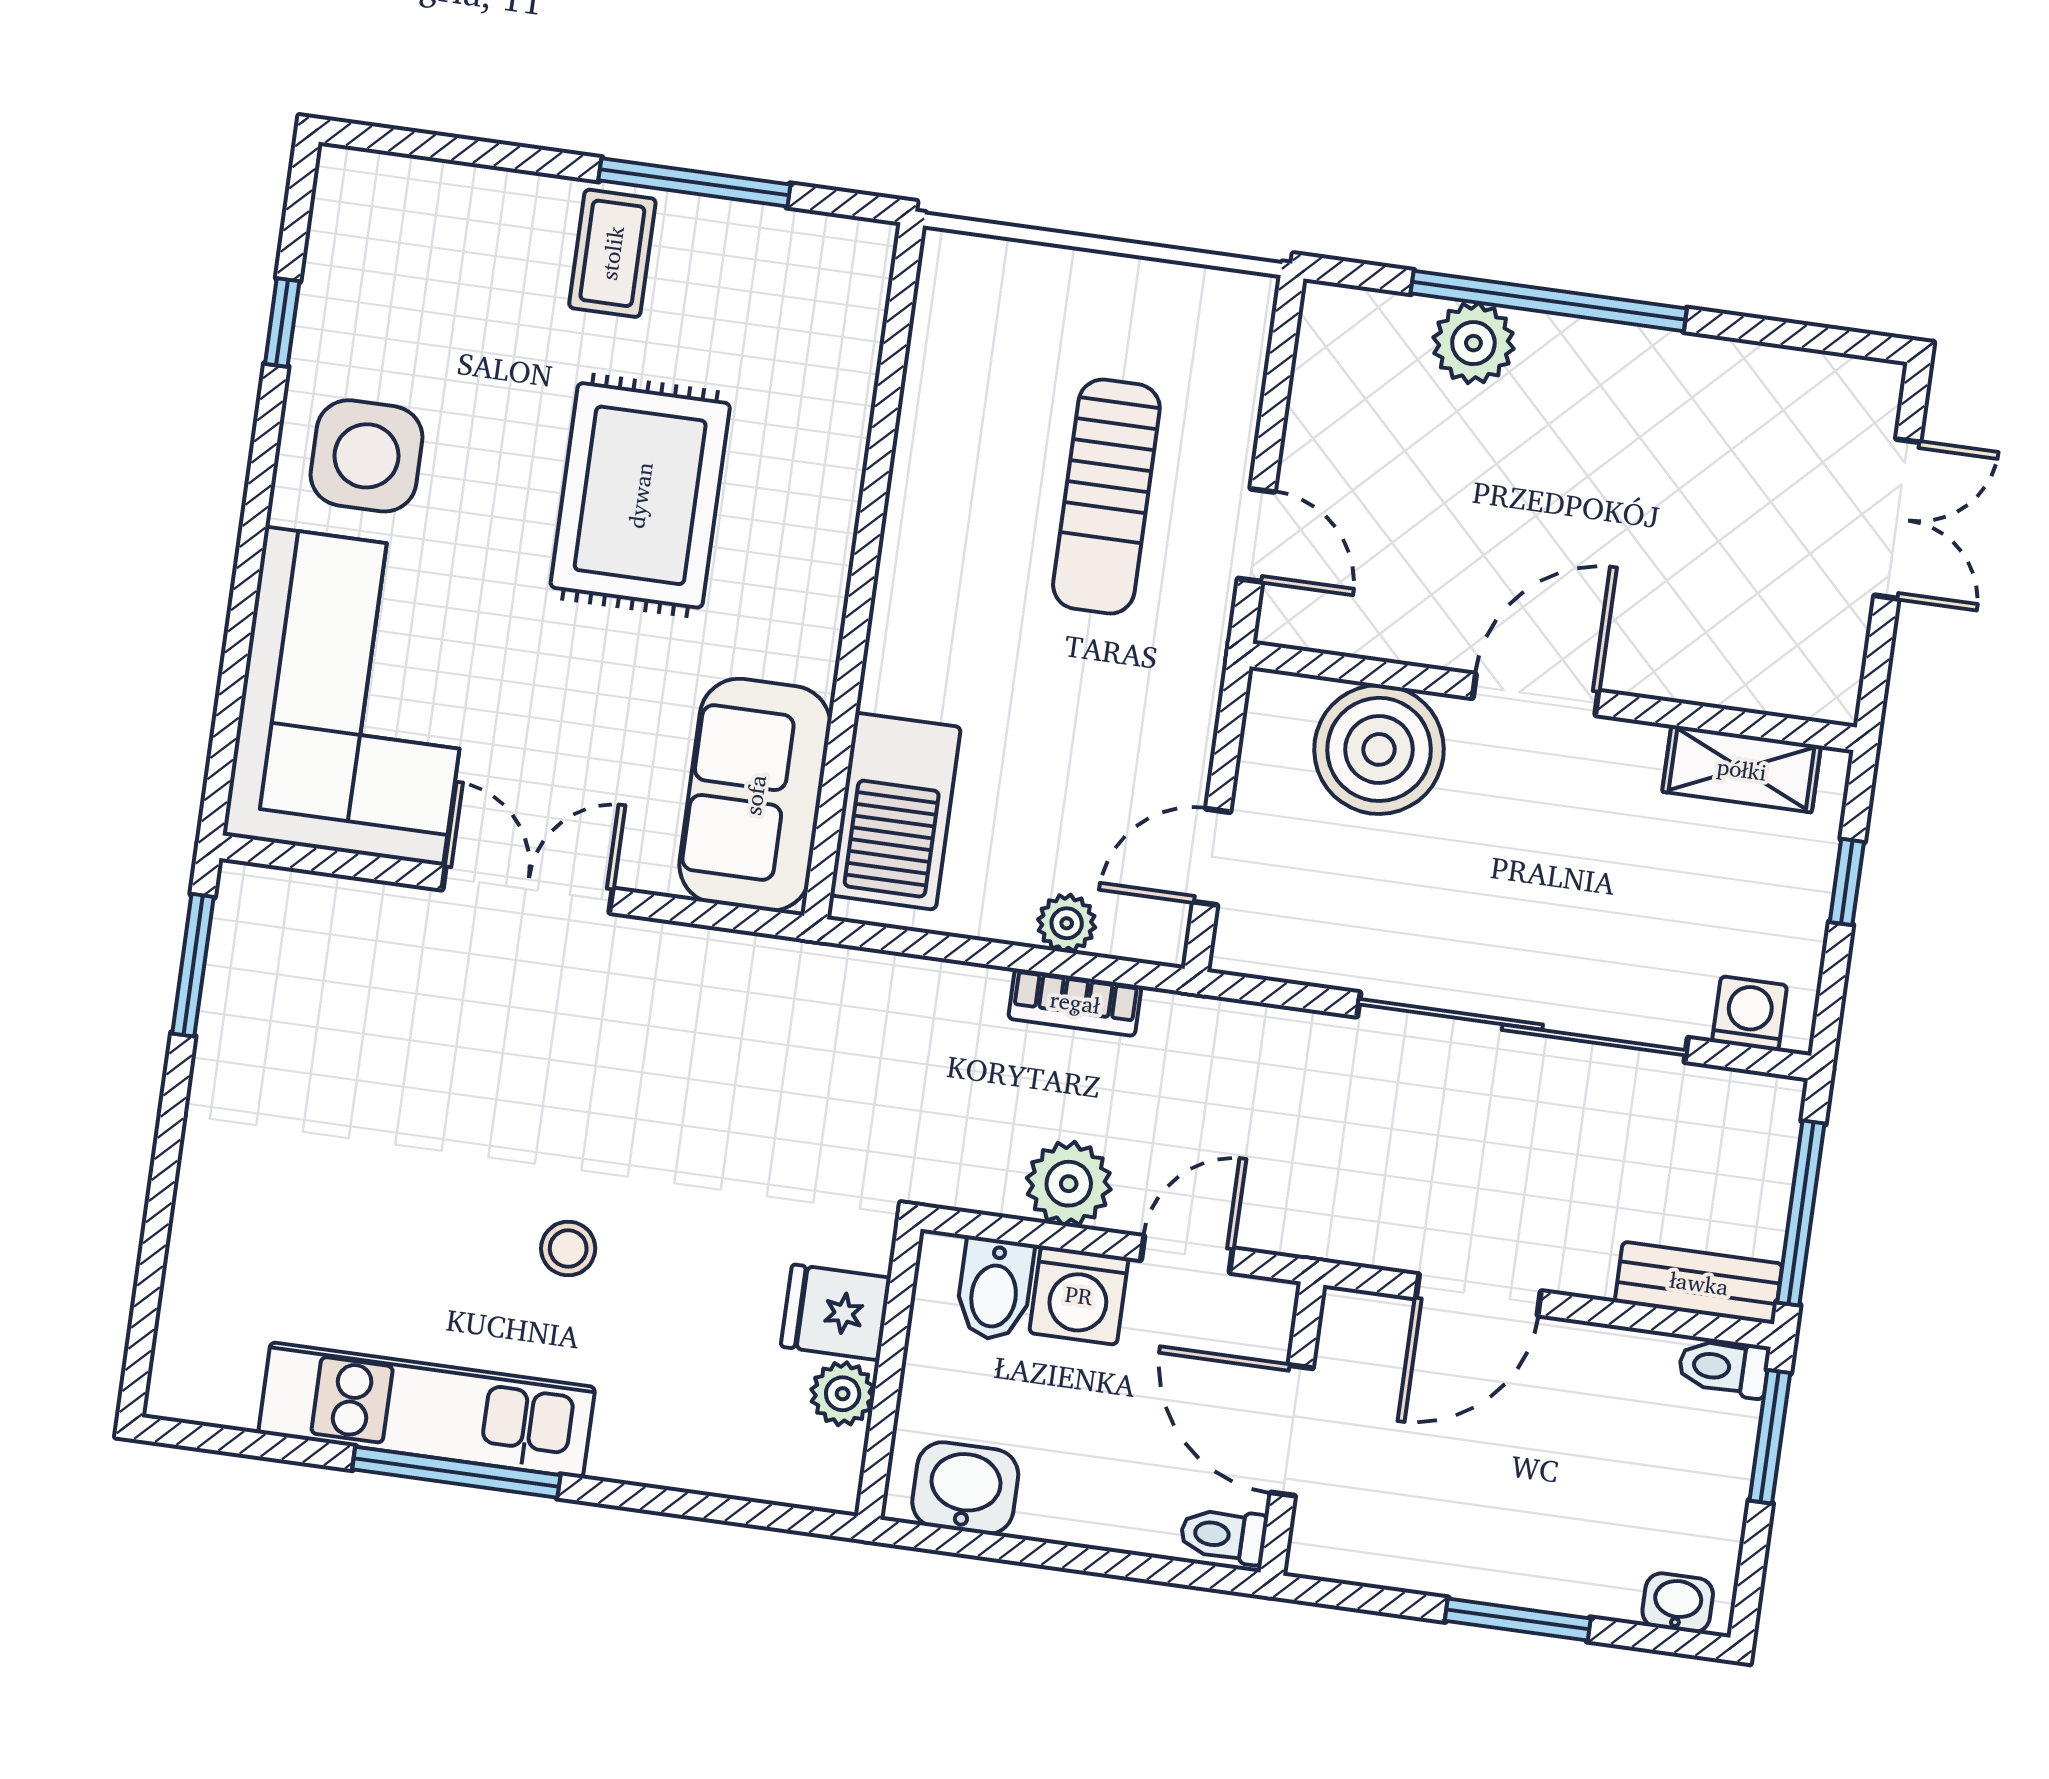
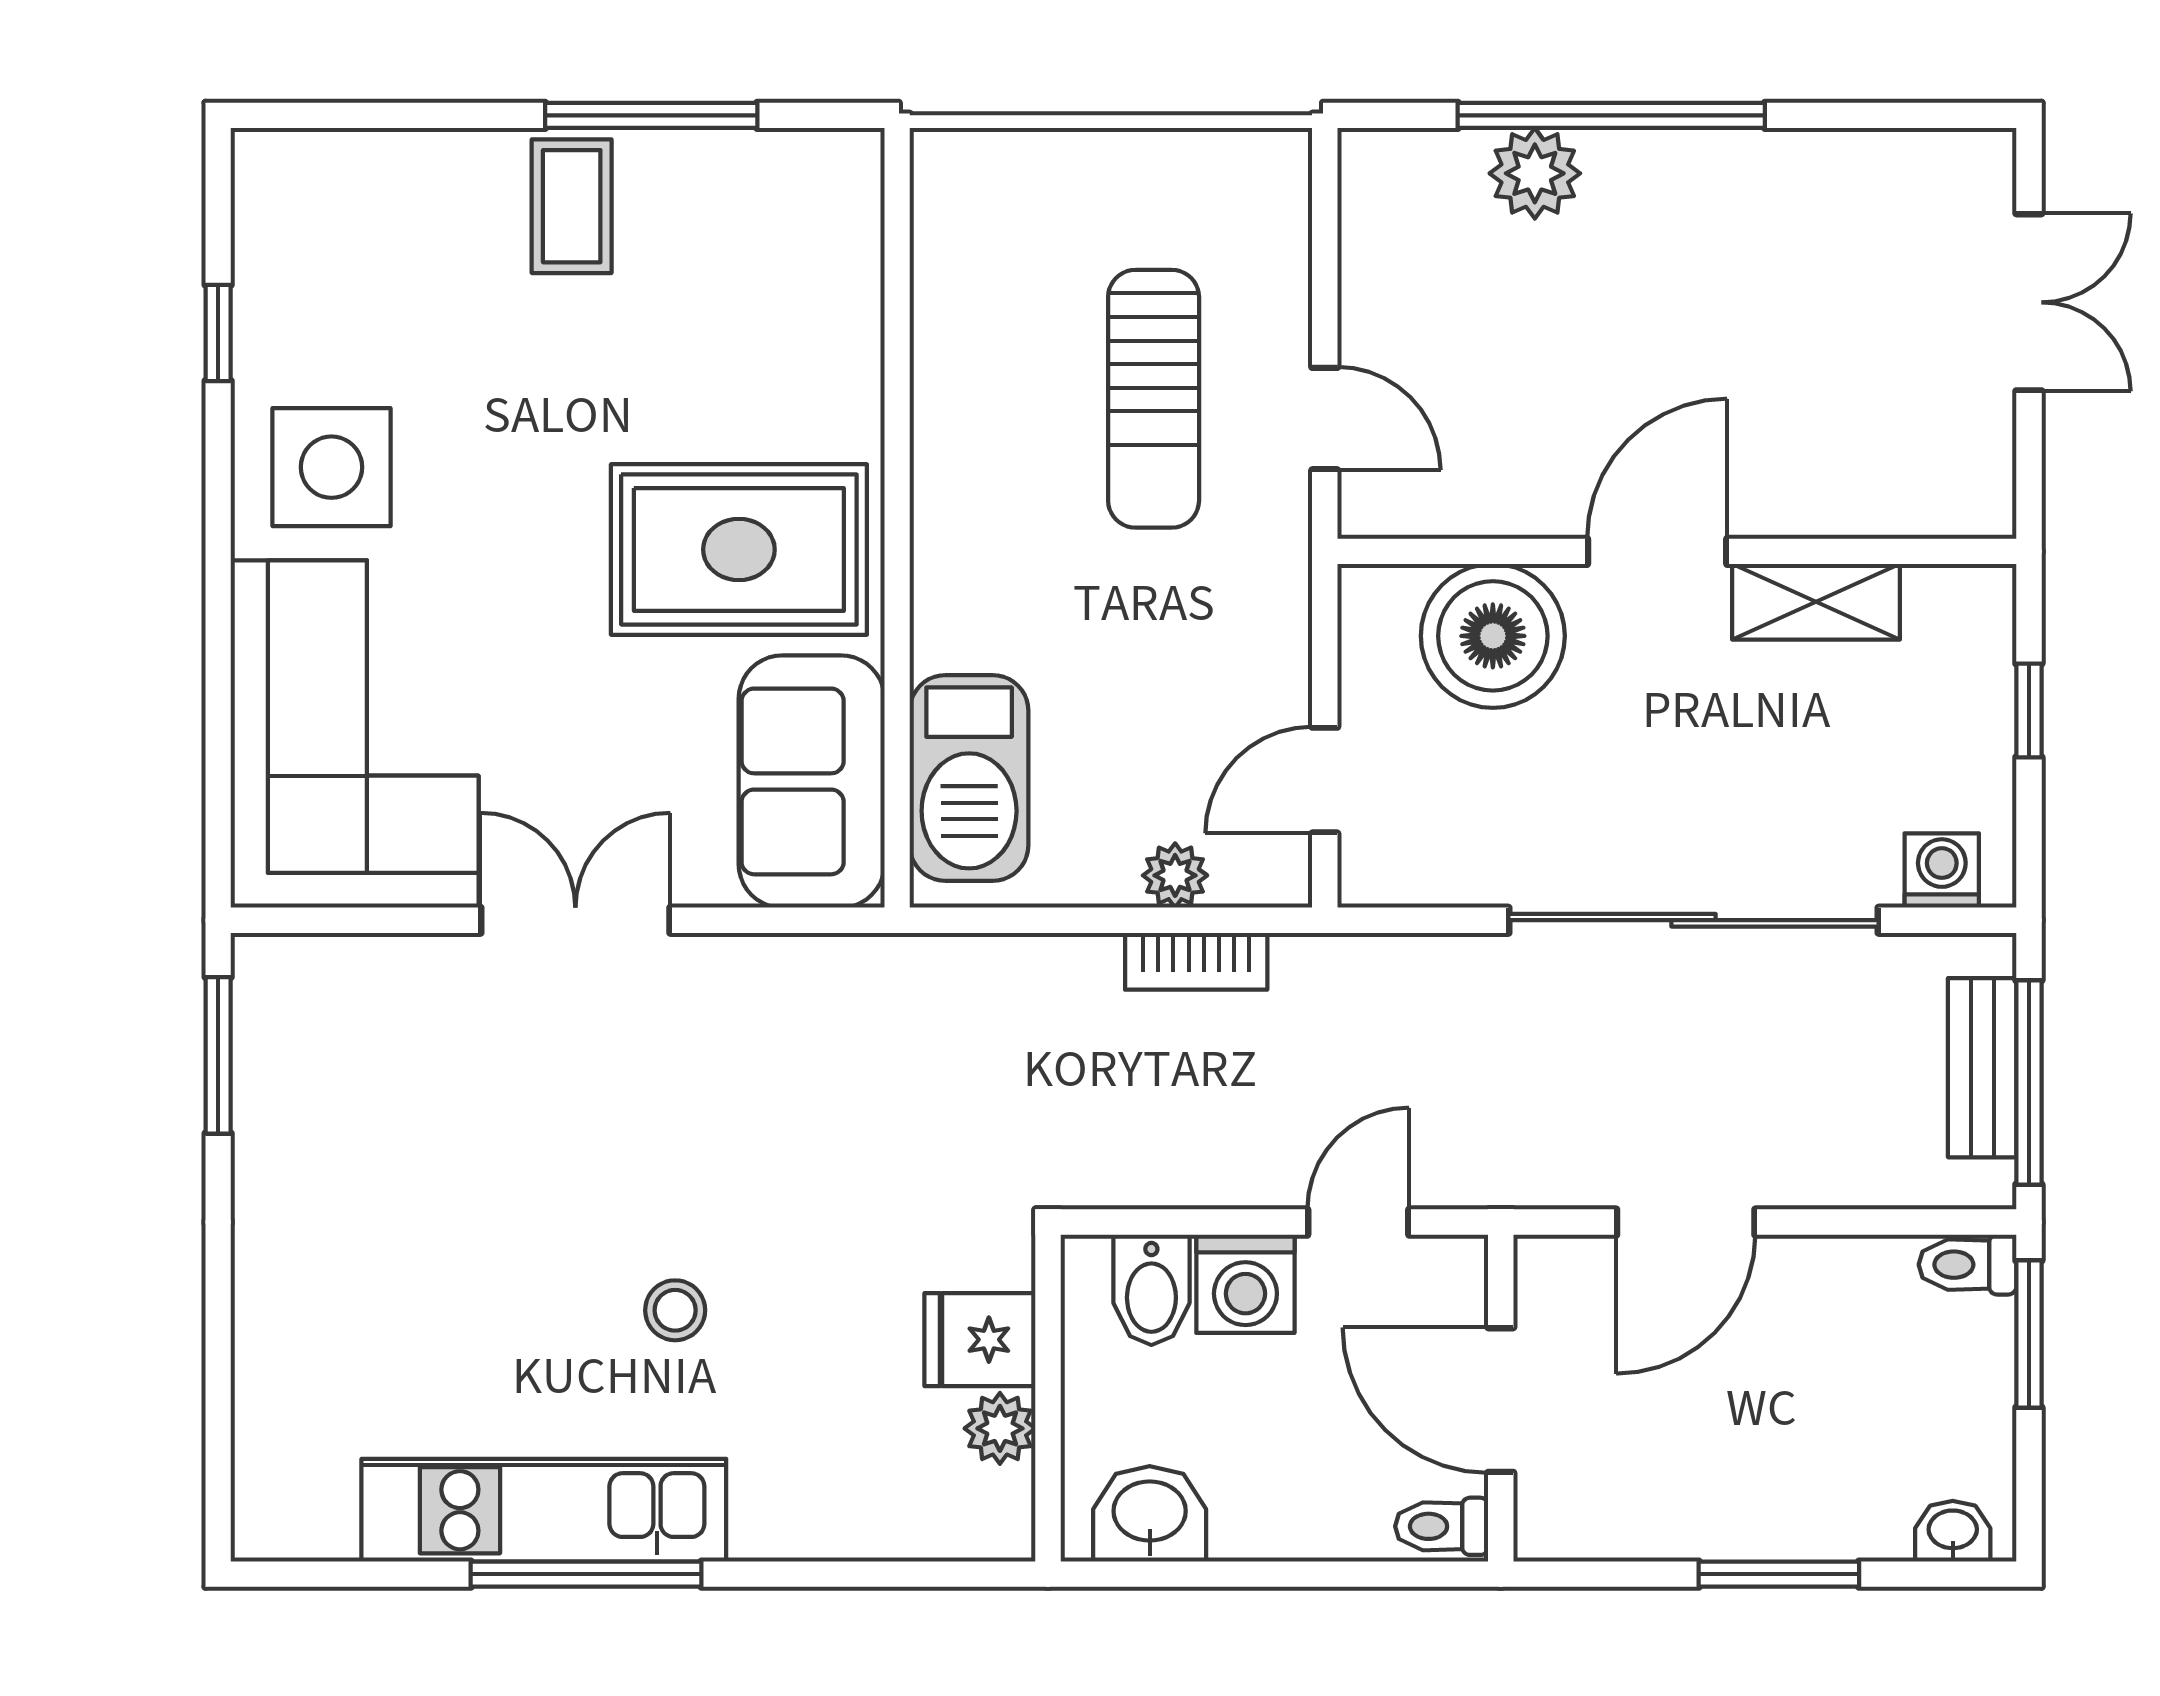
rug: (640, 495) -> (739, 550), moved, turned 90
shelving: (1742, 769) -> (1816, 602), moved
plant: (1069, 1184) -> (1217, 1162), removed
bench: (1699, 1283) -> (1982, 1068), moved, turned 90

